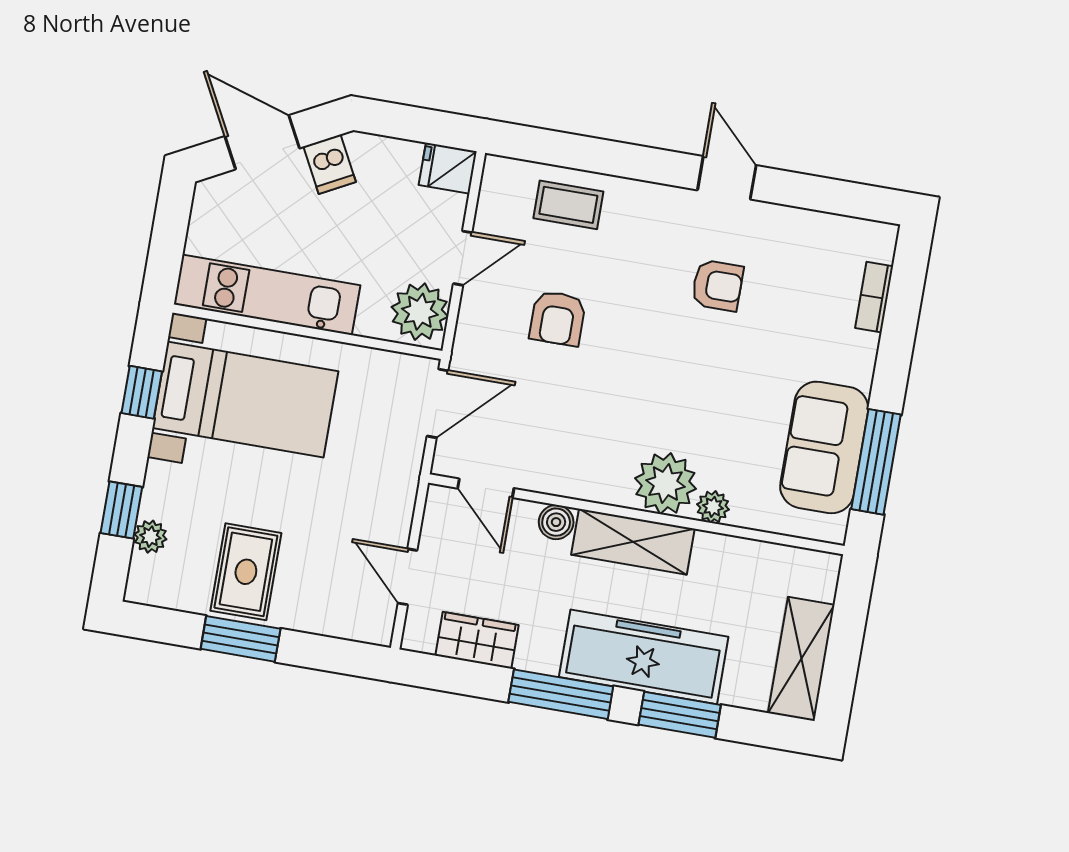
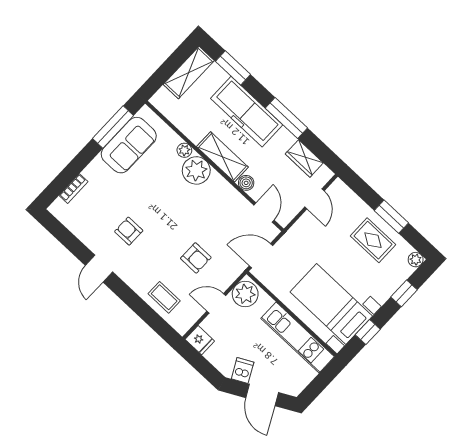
armchair: (558, 318) -> (196, 258), turned 90
plant: (150, 537) -> (416, 260), moved
rug: (246, 572) -> (373, 240), turned 90
window: (680, 715) -> (233, 68), moved

